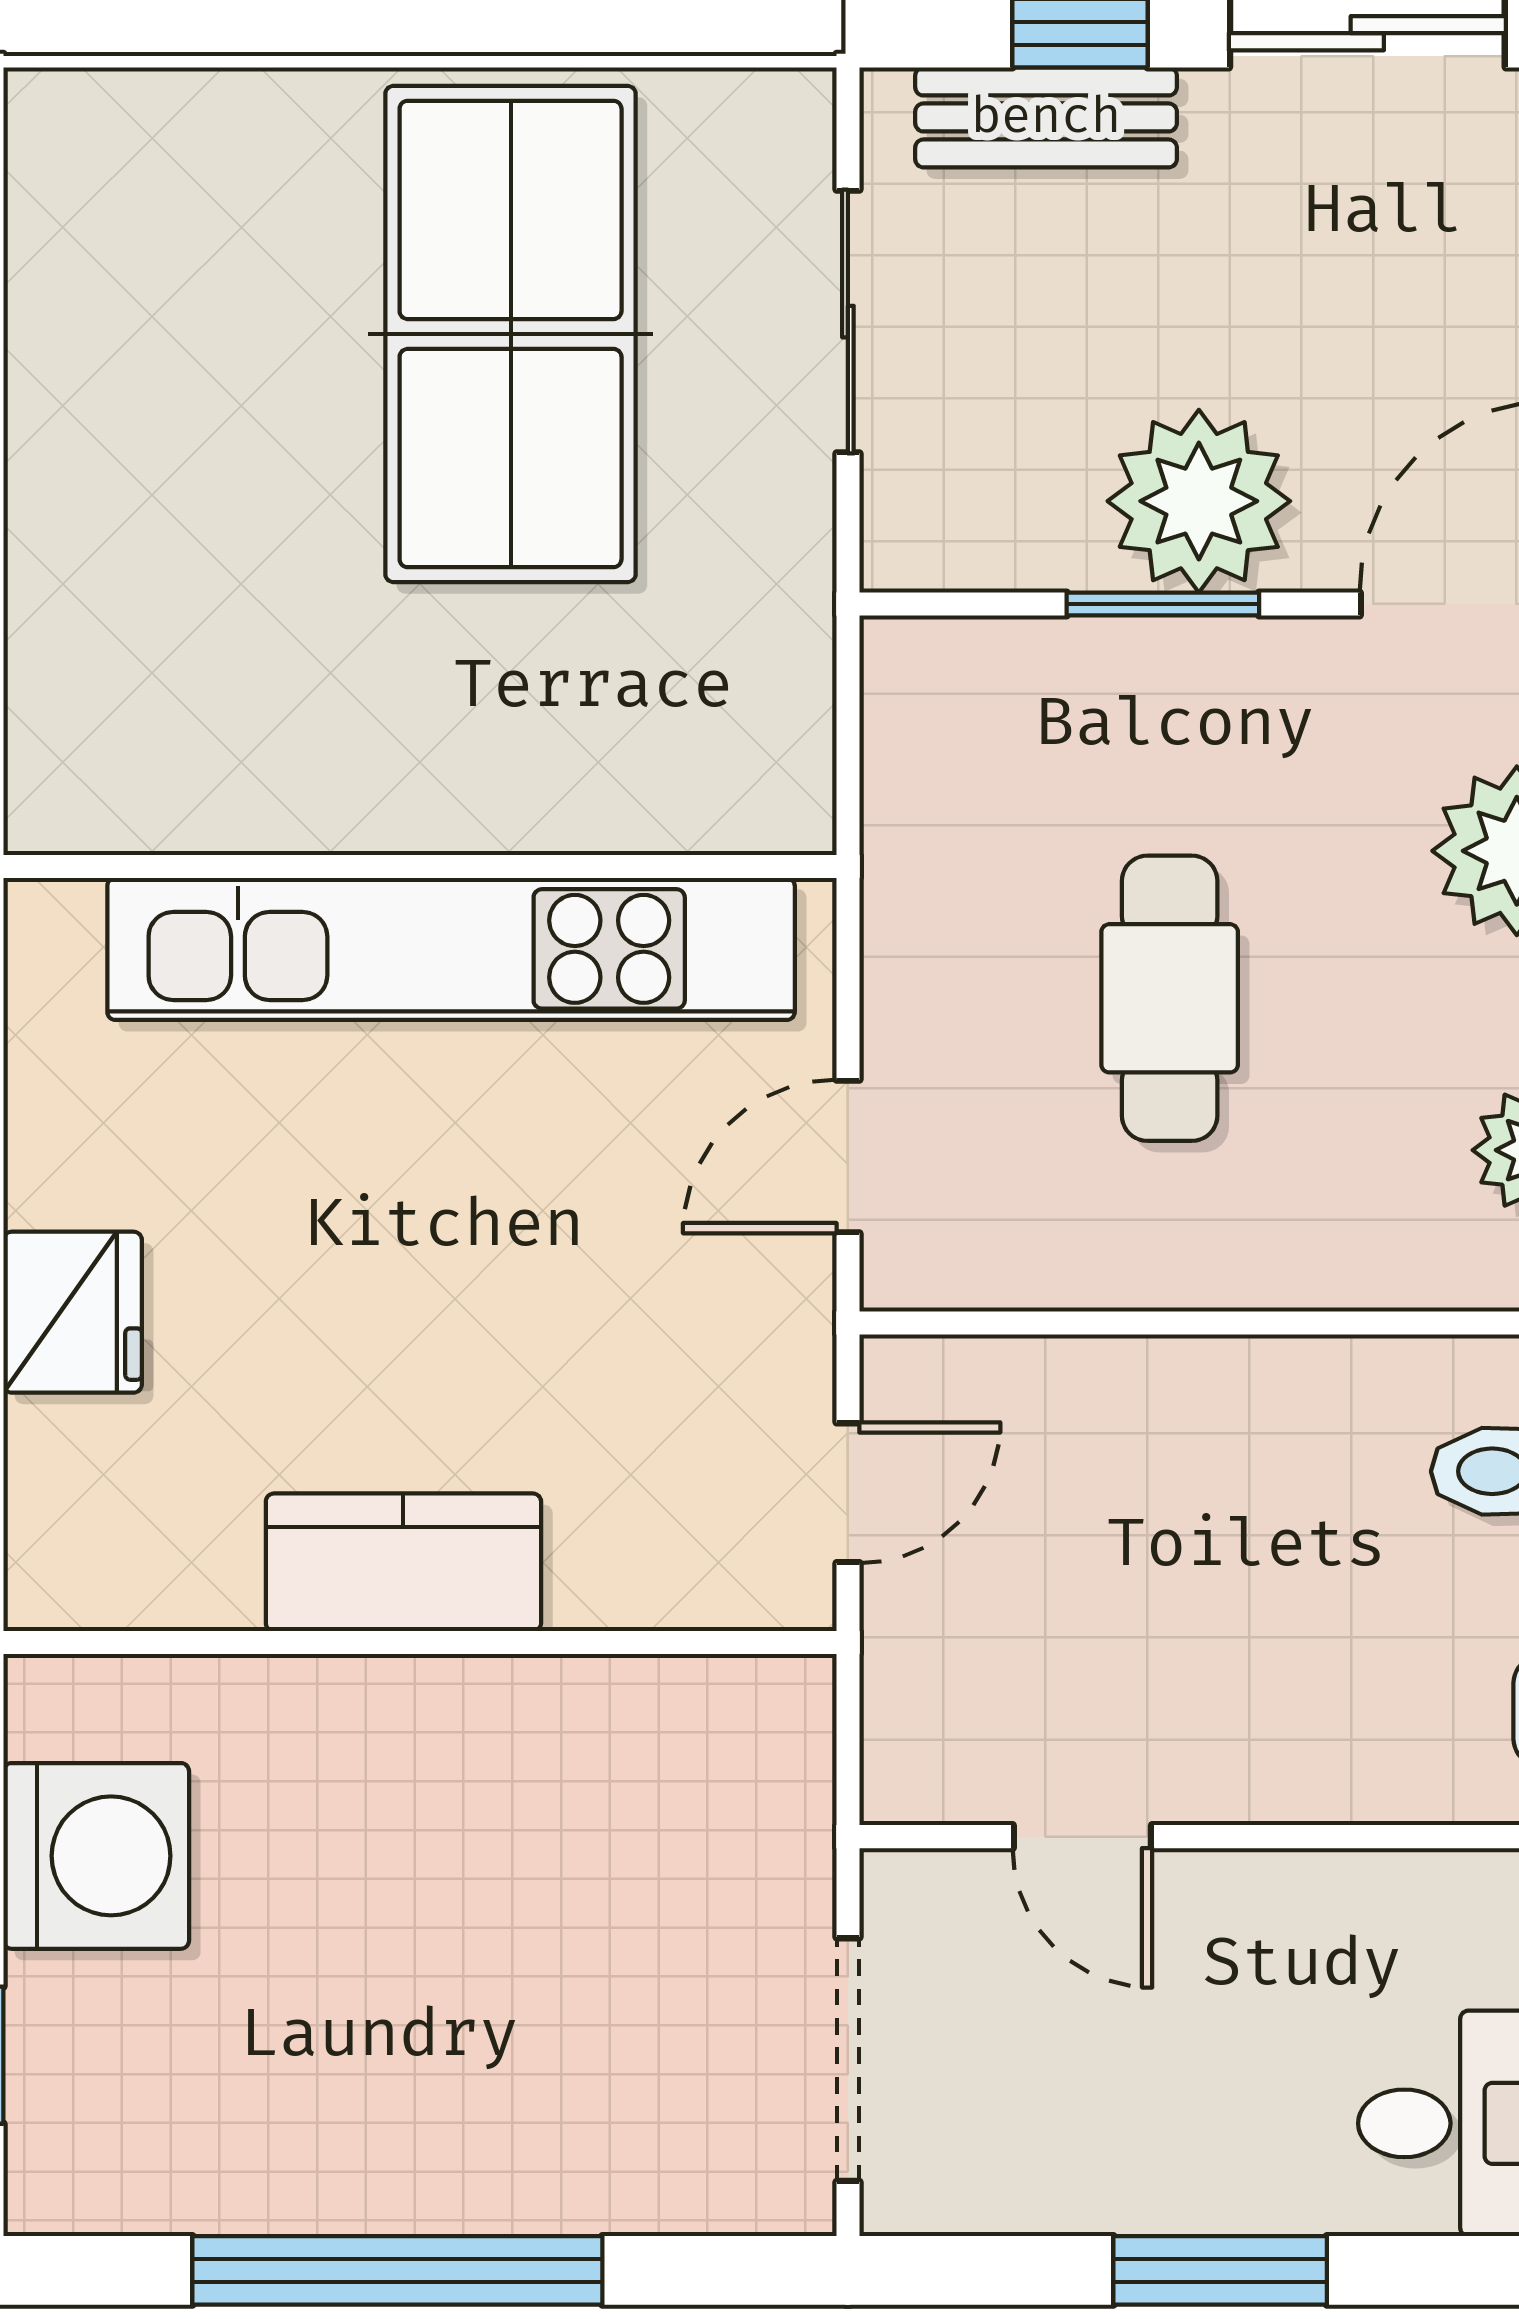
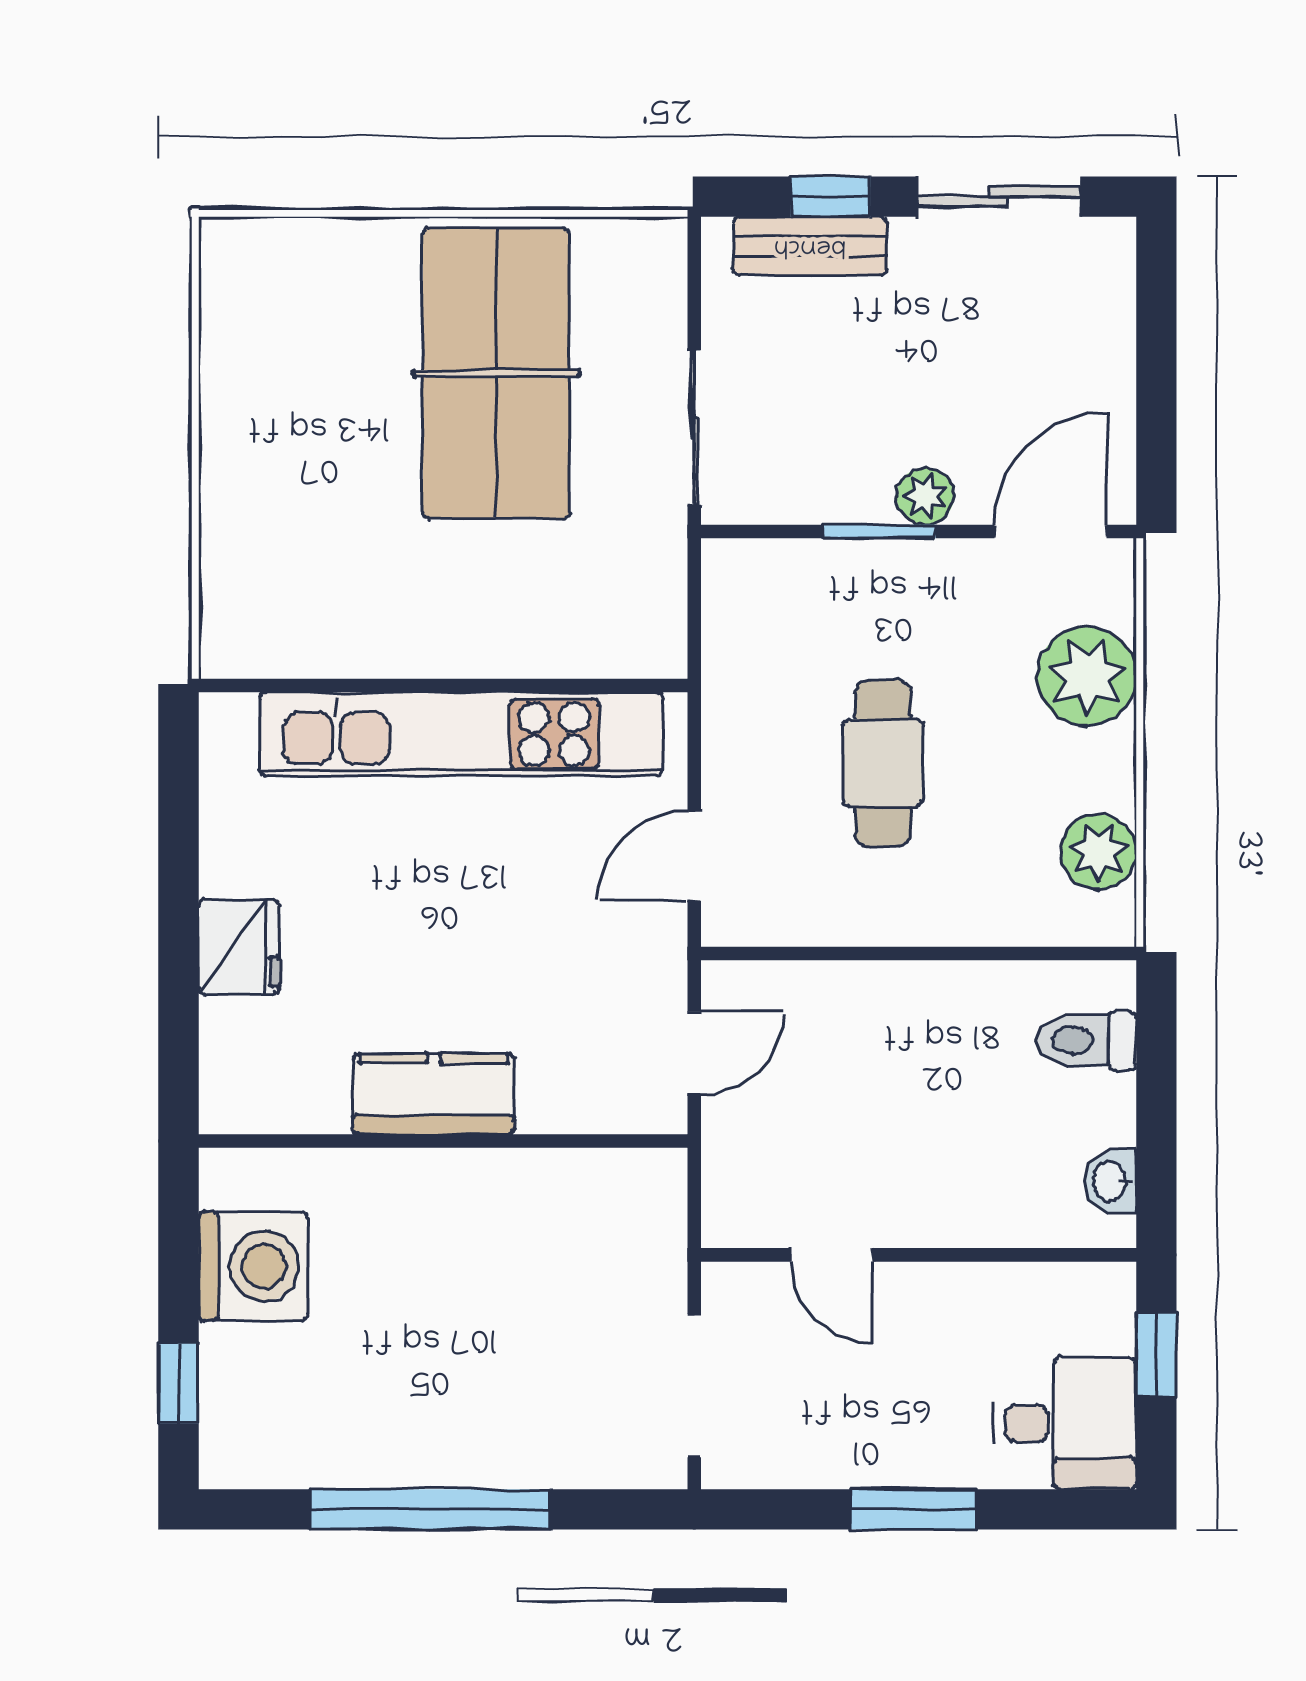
sliding door: (848, 322) -> (694, 428), moved
plant: (1199, 501) -> (925, 496), width x0.53, depth x0.53

